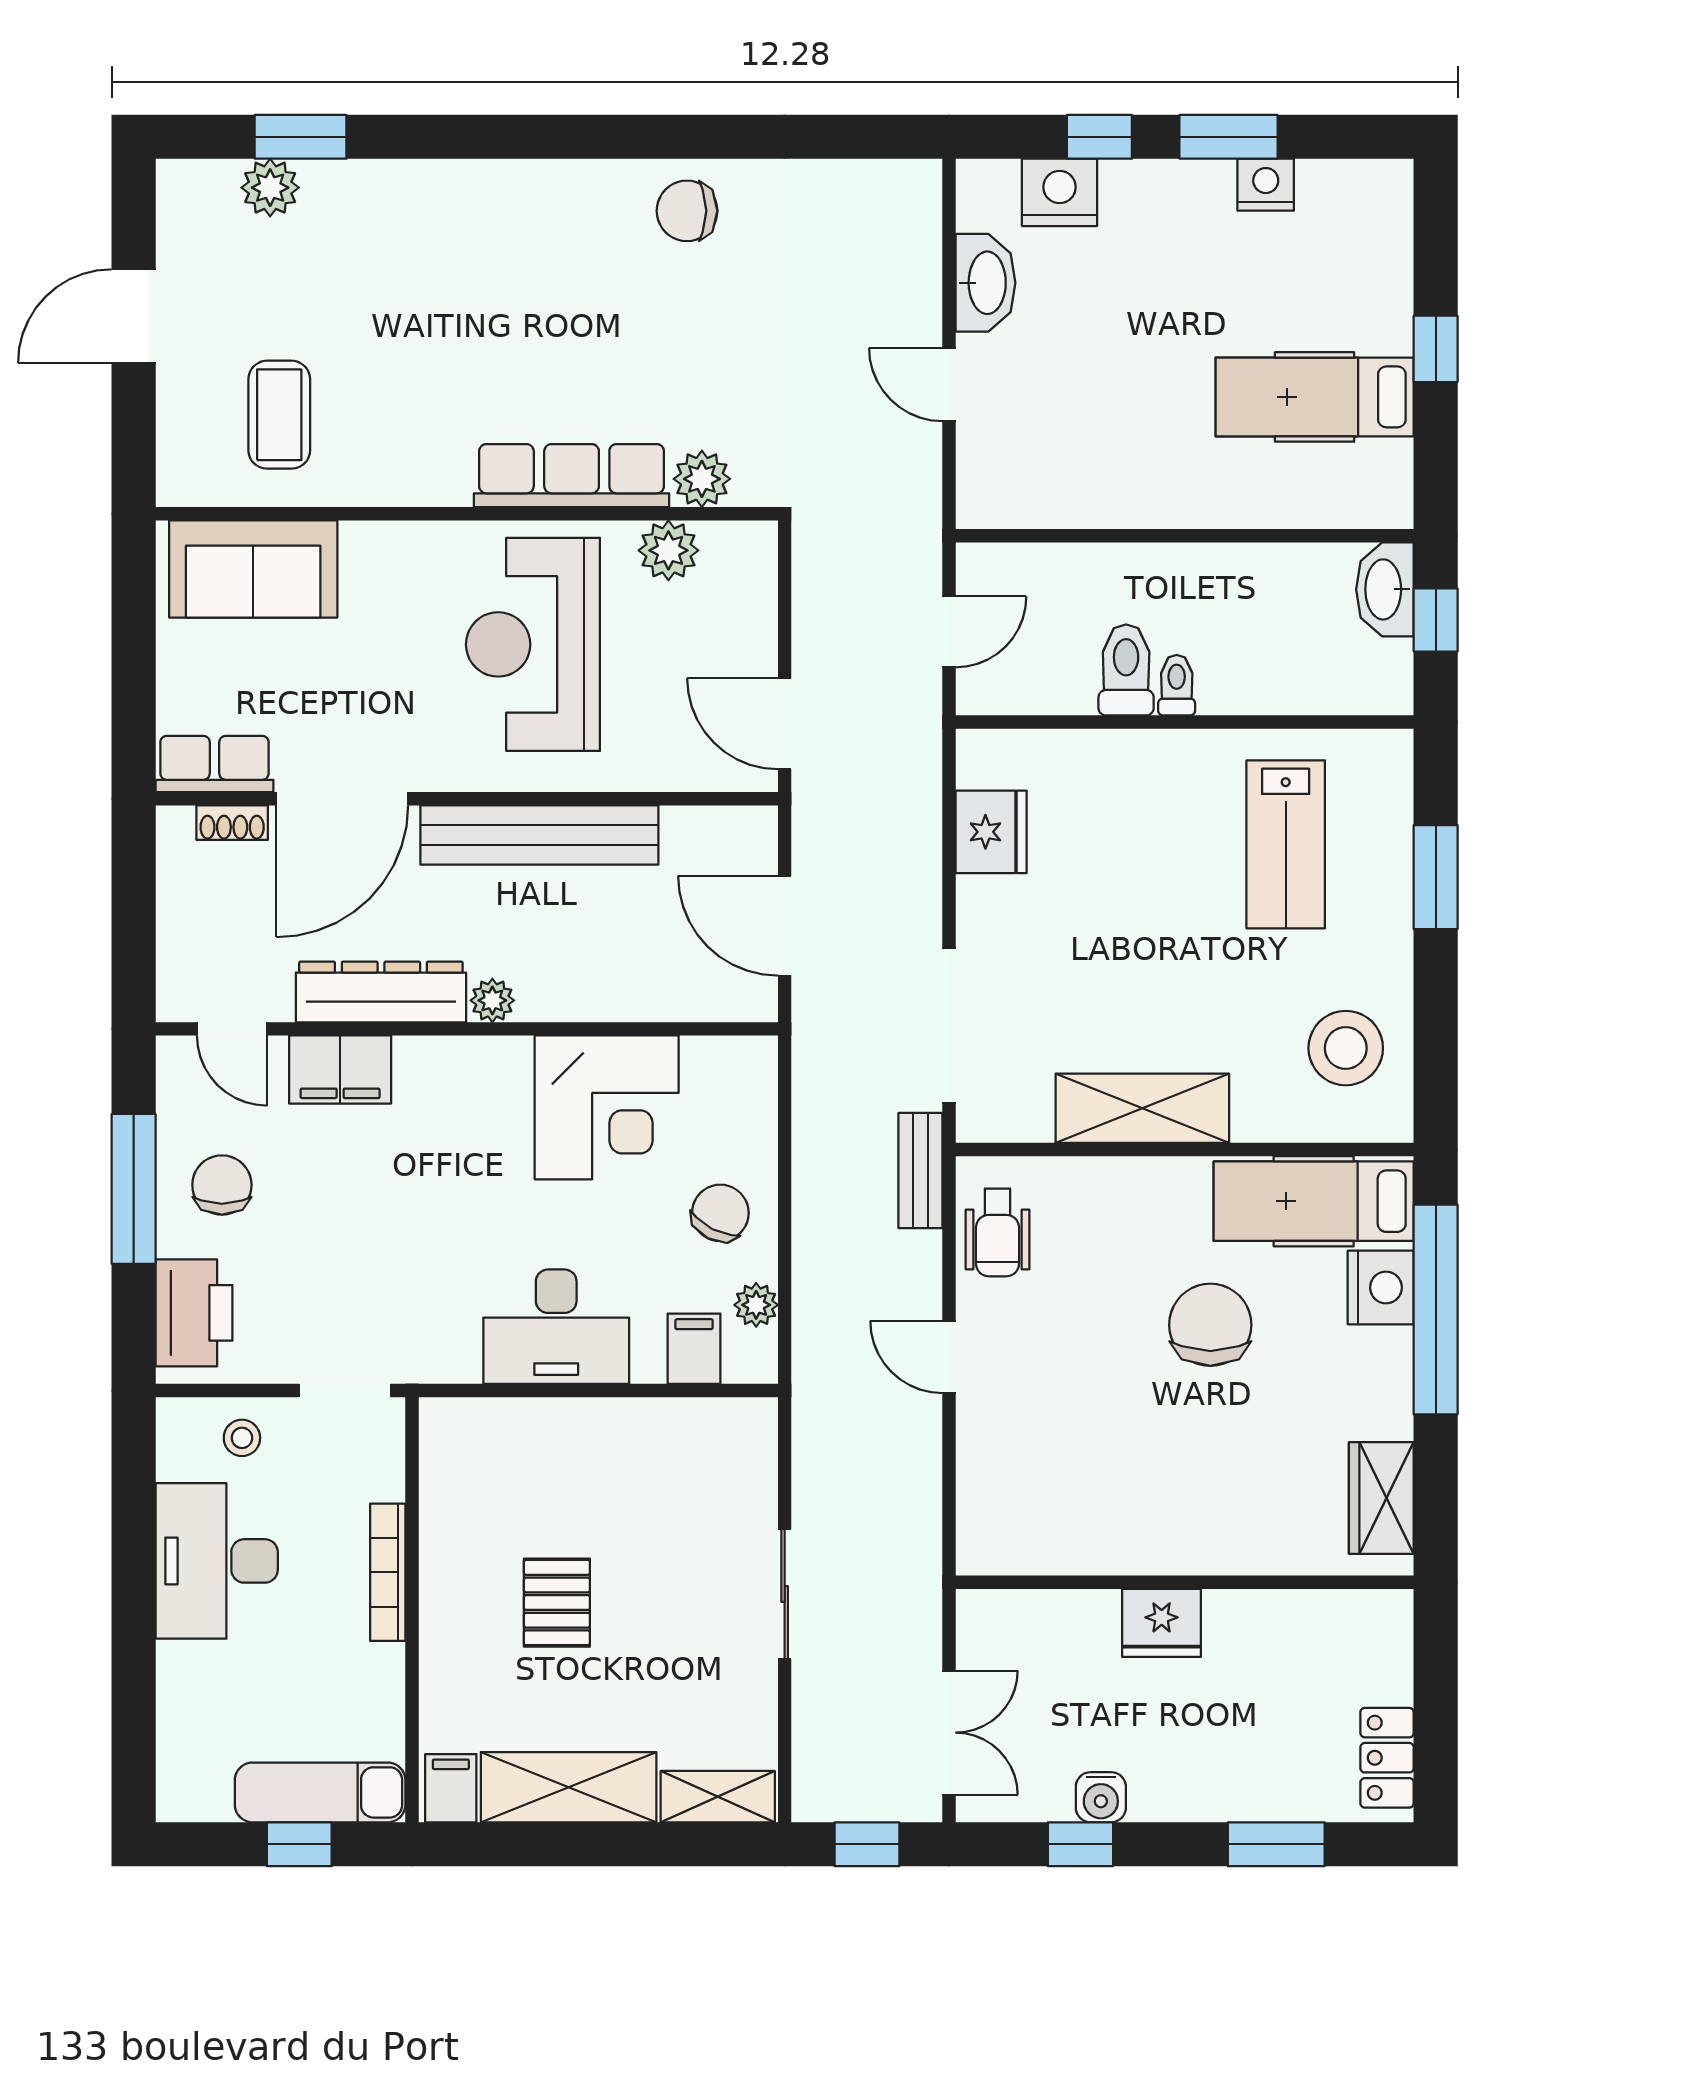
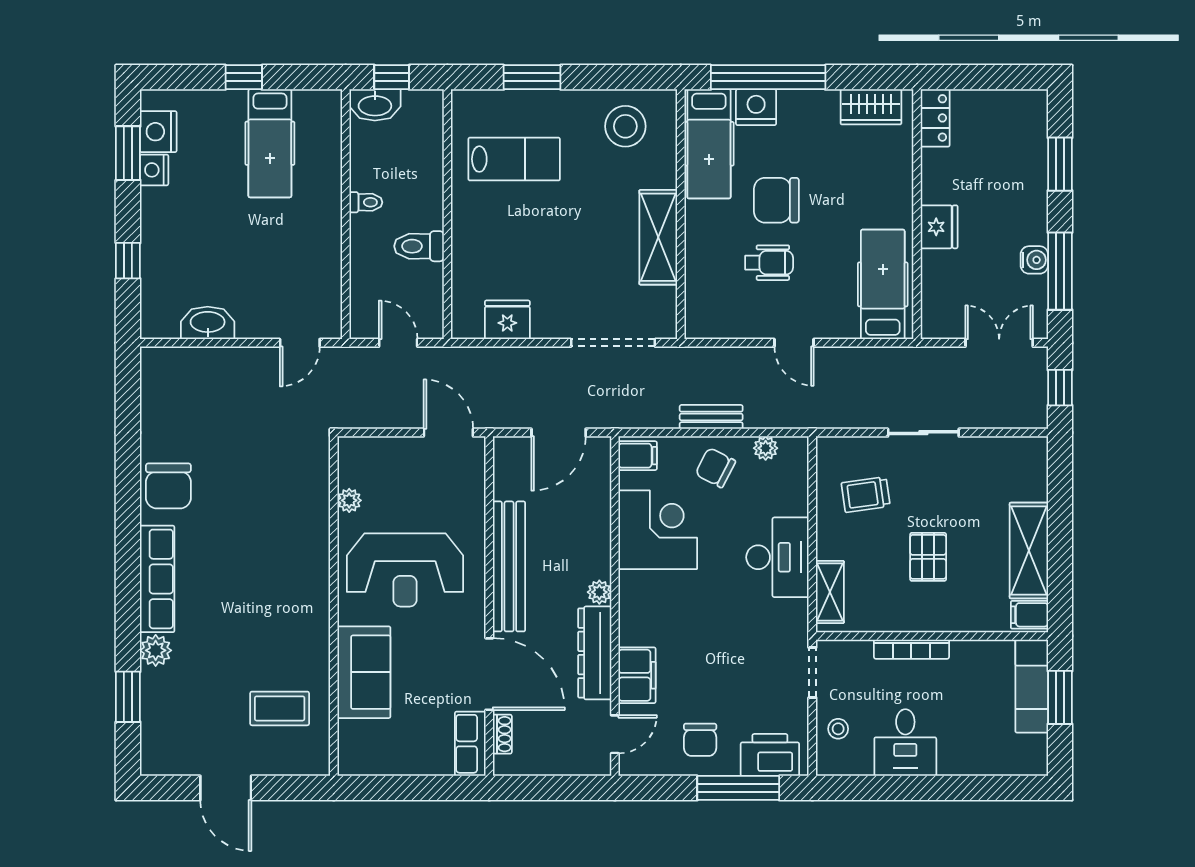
window: (1228, 137) -> (128, 153), moved
plant: (270, 188) -> (156, 650), moved
nightstand: (1060, 192) -> (158, 132), moved
chair: (687, 211) -> (168, 486), width x1.37, depth x1.37
door: (949, 385) -> (300, 343), moved
row of seats: (572, 476) -> (157, 579), moved, turned 180
plant: (702, 479) -> (315, 478), removed
plant: (668, 550) -> (349, 500), width x0.73, depth x0.73
sofa: (253, 569) -> (364, 672), moved
toilet: (1177, 685) -> (366, 202), moved, turned 180
door: (785, 724) -> (448, 433), swing flipped
bench: (920, 1171) -> (711, 417), moved
chair: (222, 1185) -> (700, 740), turned -90
window: (134, 1189) -> (738, 788), moved
wheelchair: (998, 1232) -> (769, 263), moved
filing cabinet: (694, 1349) -> (638, 456), moved, turned 180
door: (949, 1357) -> (794, 343), hinge flipped
trolley: (671, 1488) -> (866, 495), added
hospital bed: (1056, 1520) -> (883, 284), added
desk: (217, 1561) -> (905, 743), width x0.73
pallet: (557, 1603) -> (928, 557), turned 90
locker: (1387, 1758) -> (935, 118), moved, turned -90
shelving: (718, 1797) -> (830, 592), moved
window: (299, 1844) -> (1060, 697), width x1.50
window: (1080, 1844) -> (1060, 271), width x2.17

